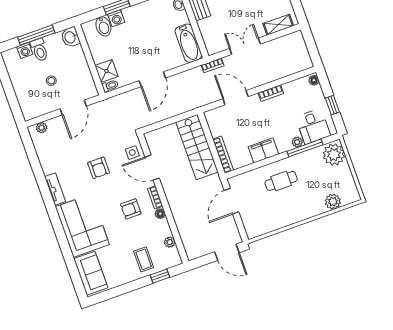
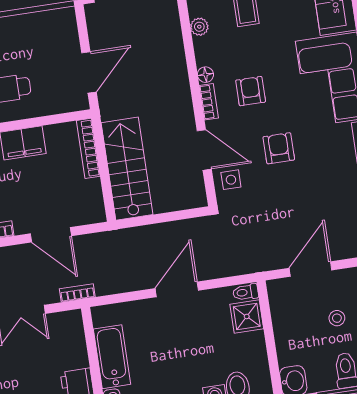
bathtub: (188, 43) -> (112, 357), moved
armchair: (99, 168) -> (279, 148), moved
armchair: (131, 209) -> (251, 91), turned -90

